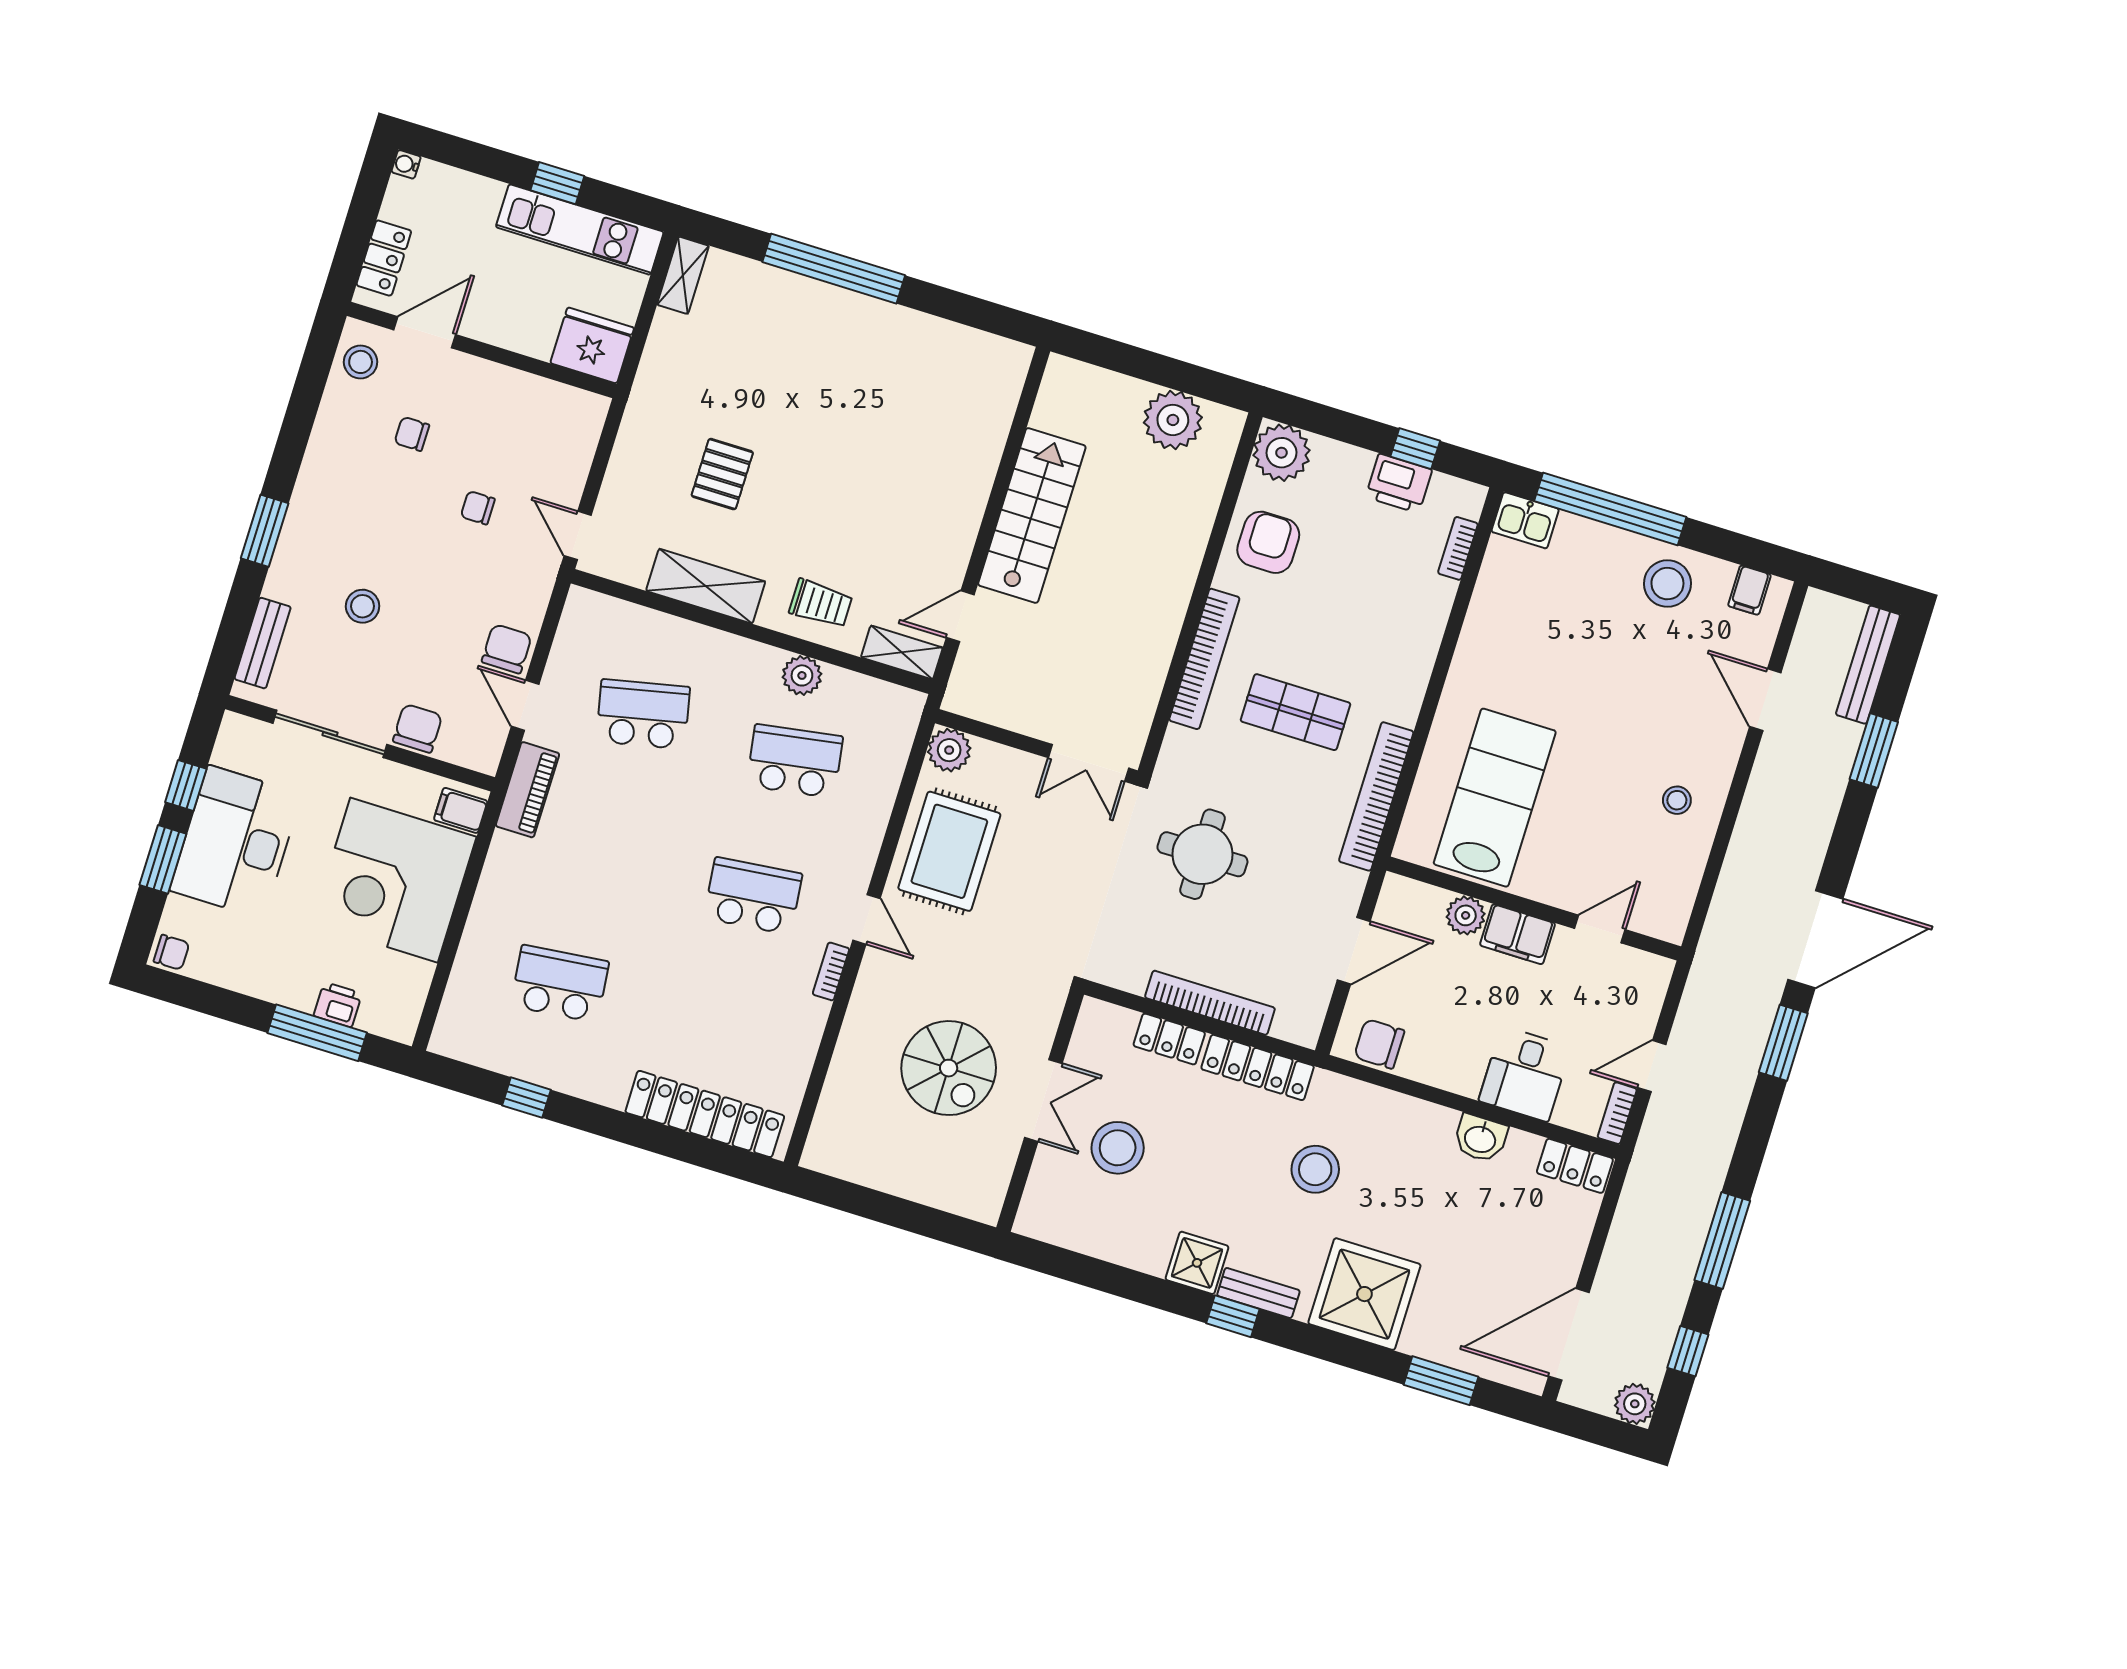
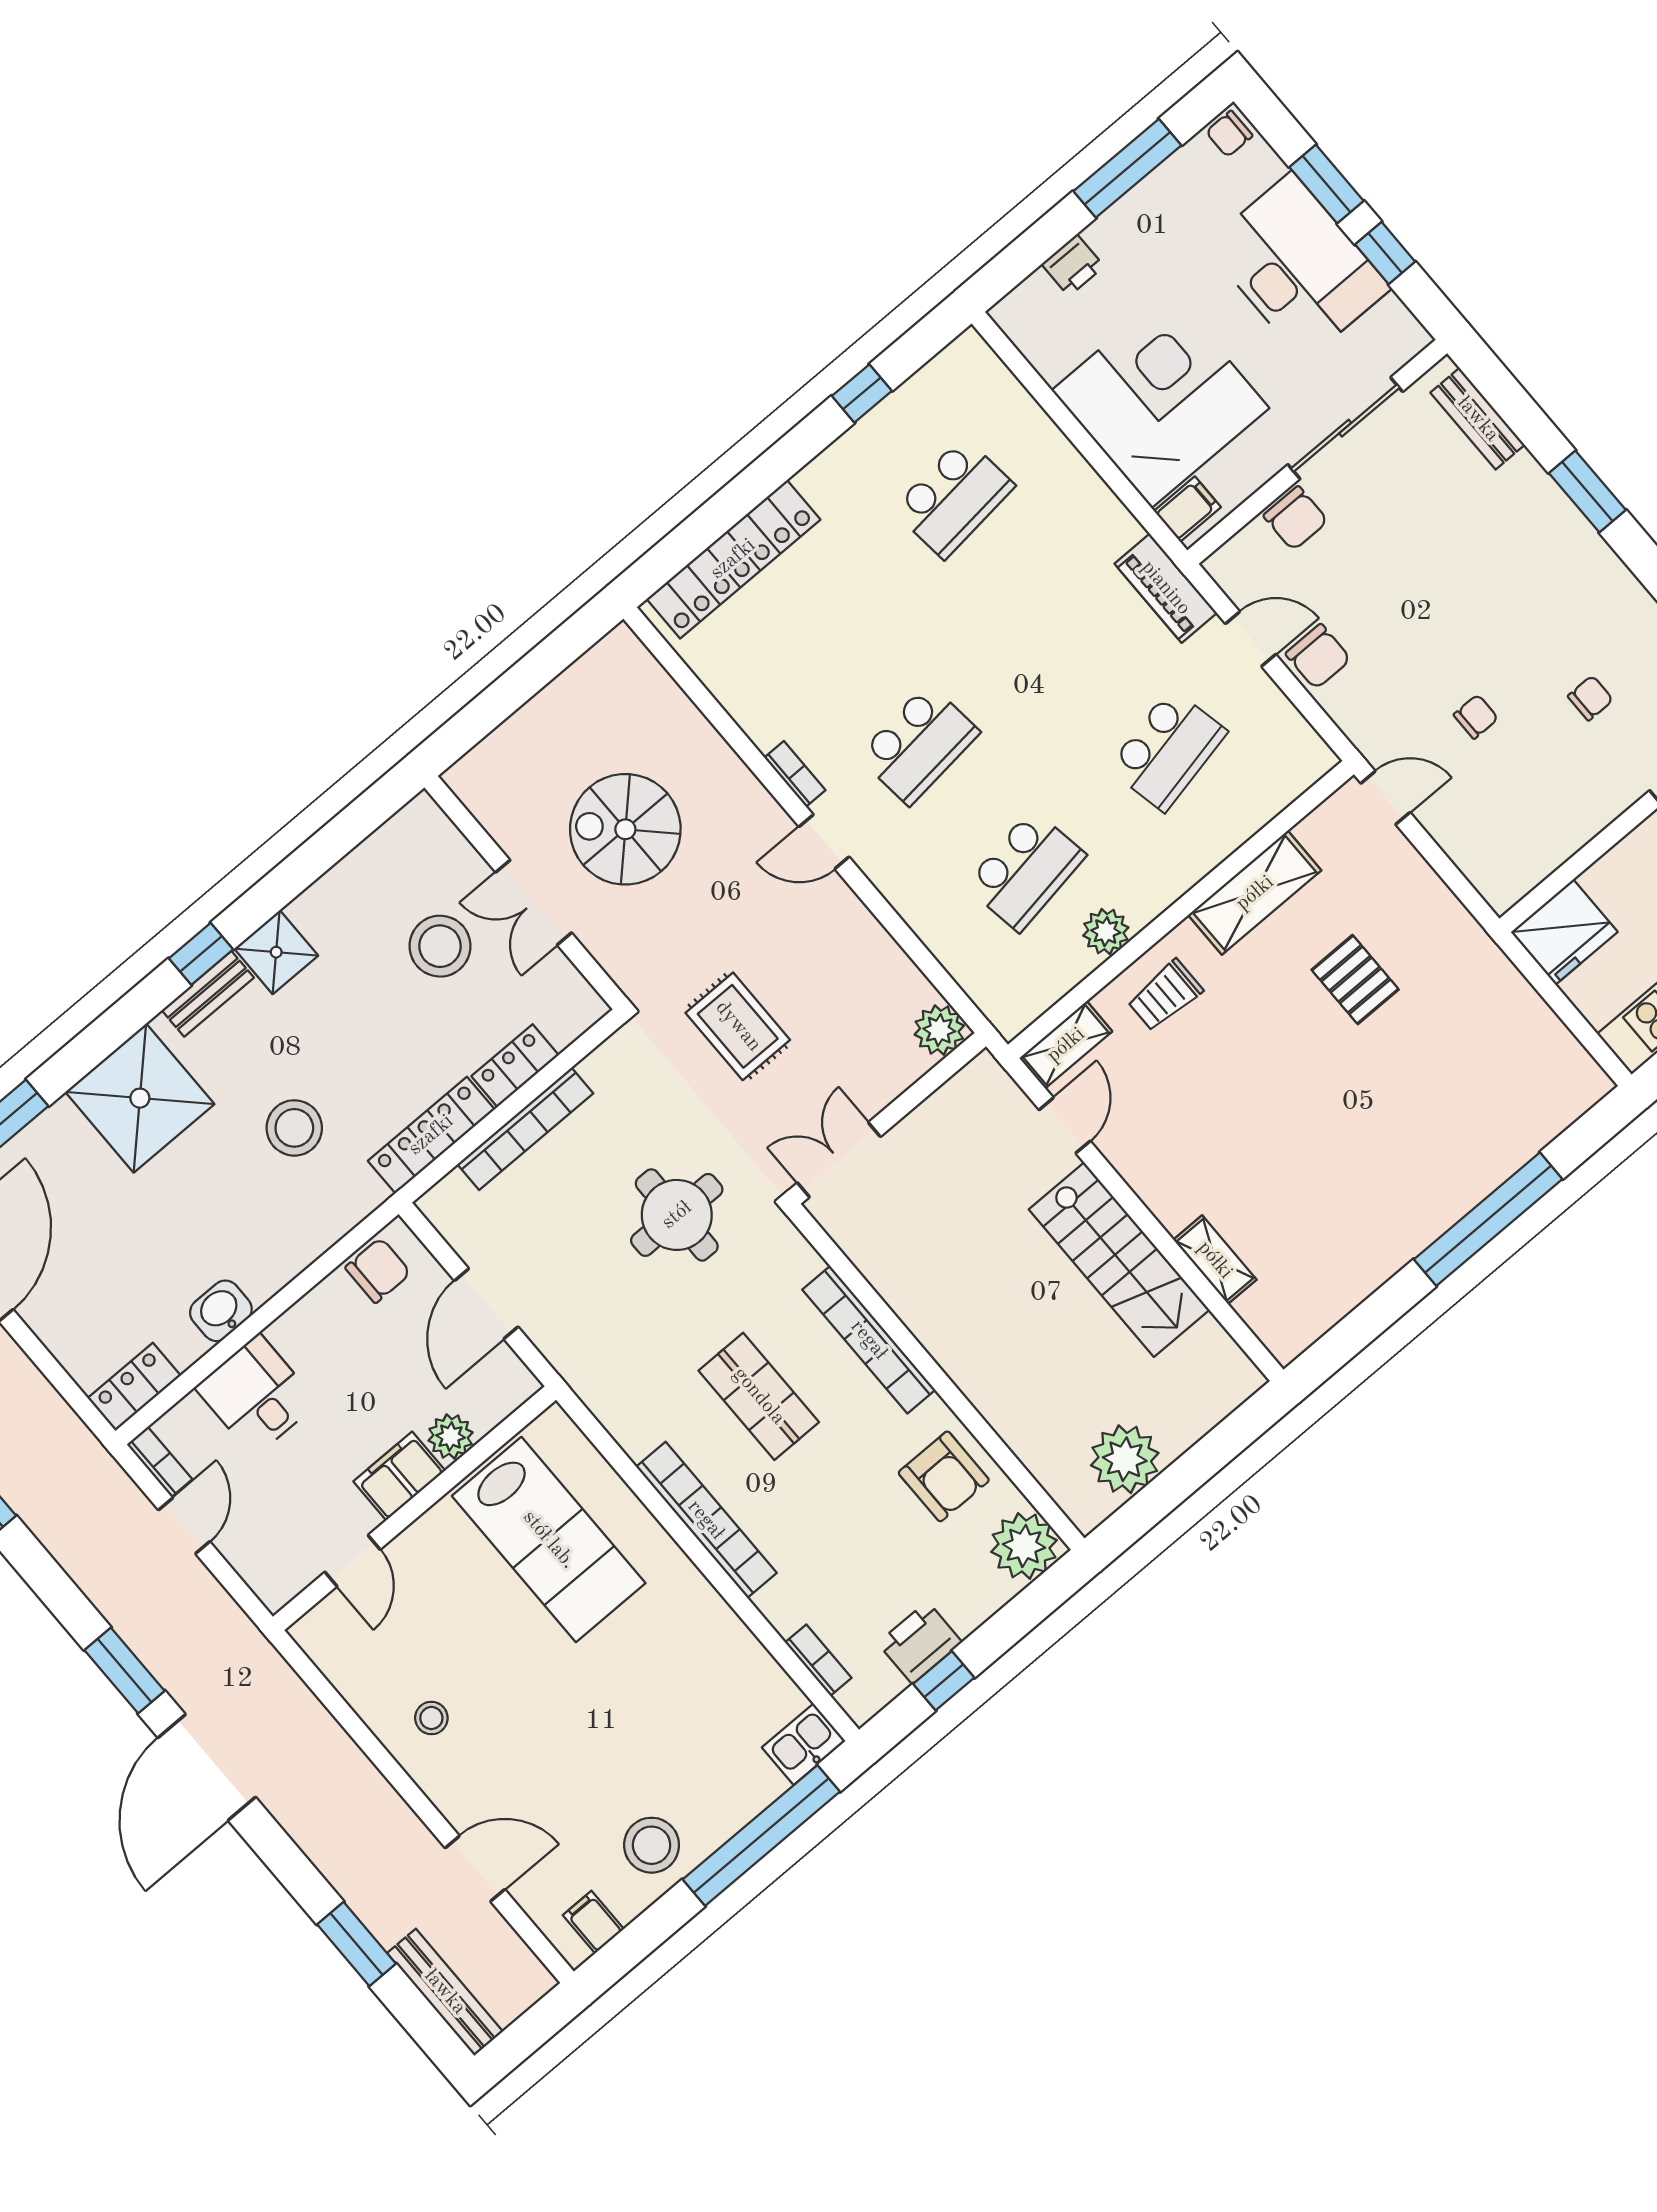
shelving: (683, 275) -> (1215, 1260), moved
stool: (363, 606) -> (1451, 541), removed
shop shelf: (1295, 712) -> (759, 1396), turned 90
bookcase: (1376, 796) -> (706, 1520), moved
rug: (949, 851) -> (738, 1026), moved, width x0.73, depth x0.70
window: (317, 1033) -> (1127, 168), moved

